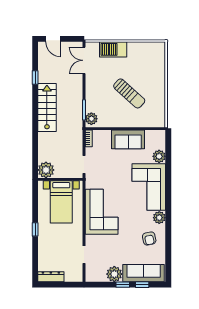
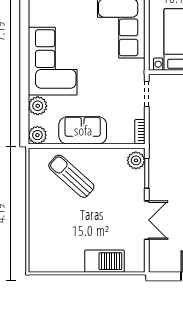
double door: (84, 60) -> (147, 220), moved
sun lounger: (129, 93) -> (71, 176), moved
plant: (159, 218) -> (37, 135), moved

